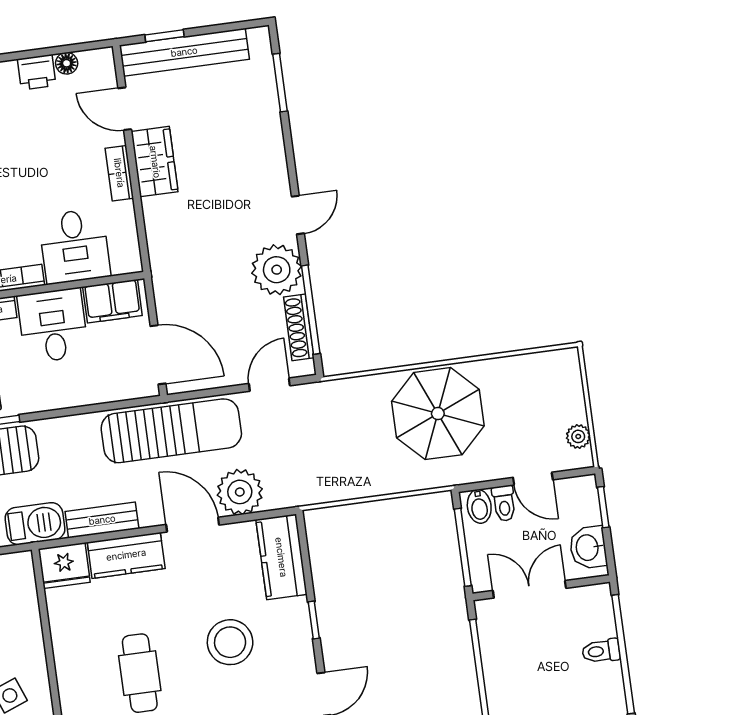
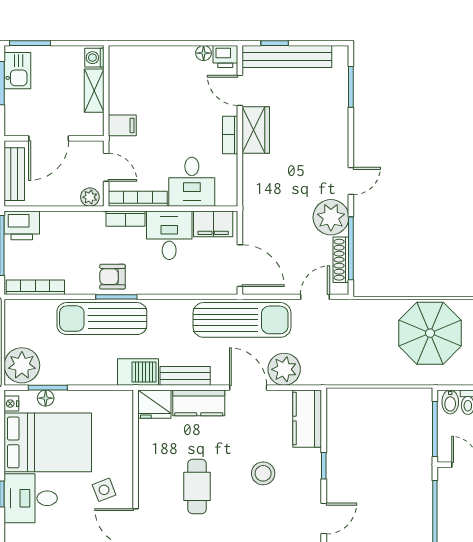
printer: (37, 72) -> (225, 57), moved
stool: (230, 642) -> (263, 473), width x0.73, depth x0.73

